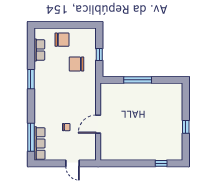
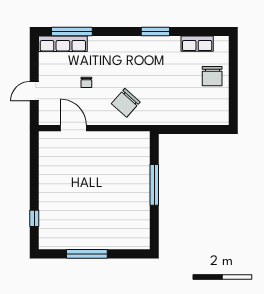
window: (99, 55) -> (191, 130), removed
chair: (77, 64) -> (126, 103), moved, turned -138
door: (98, 124) -> (73, 128), moved
window: (186, 127) -> (87, 254), width x2.17

